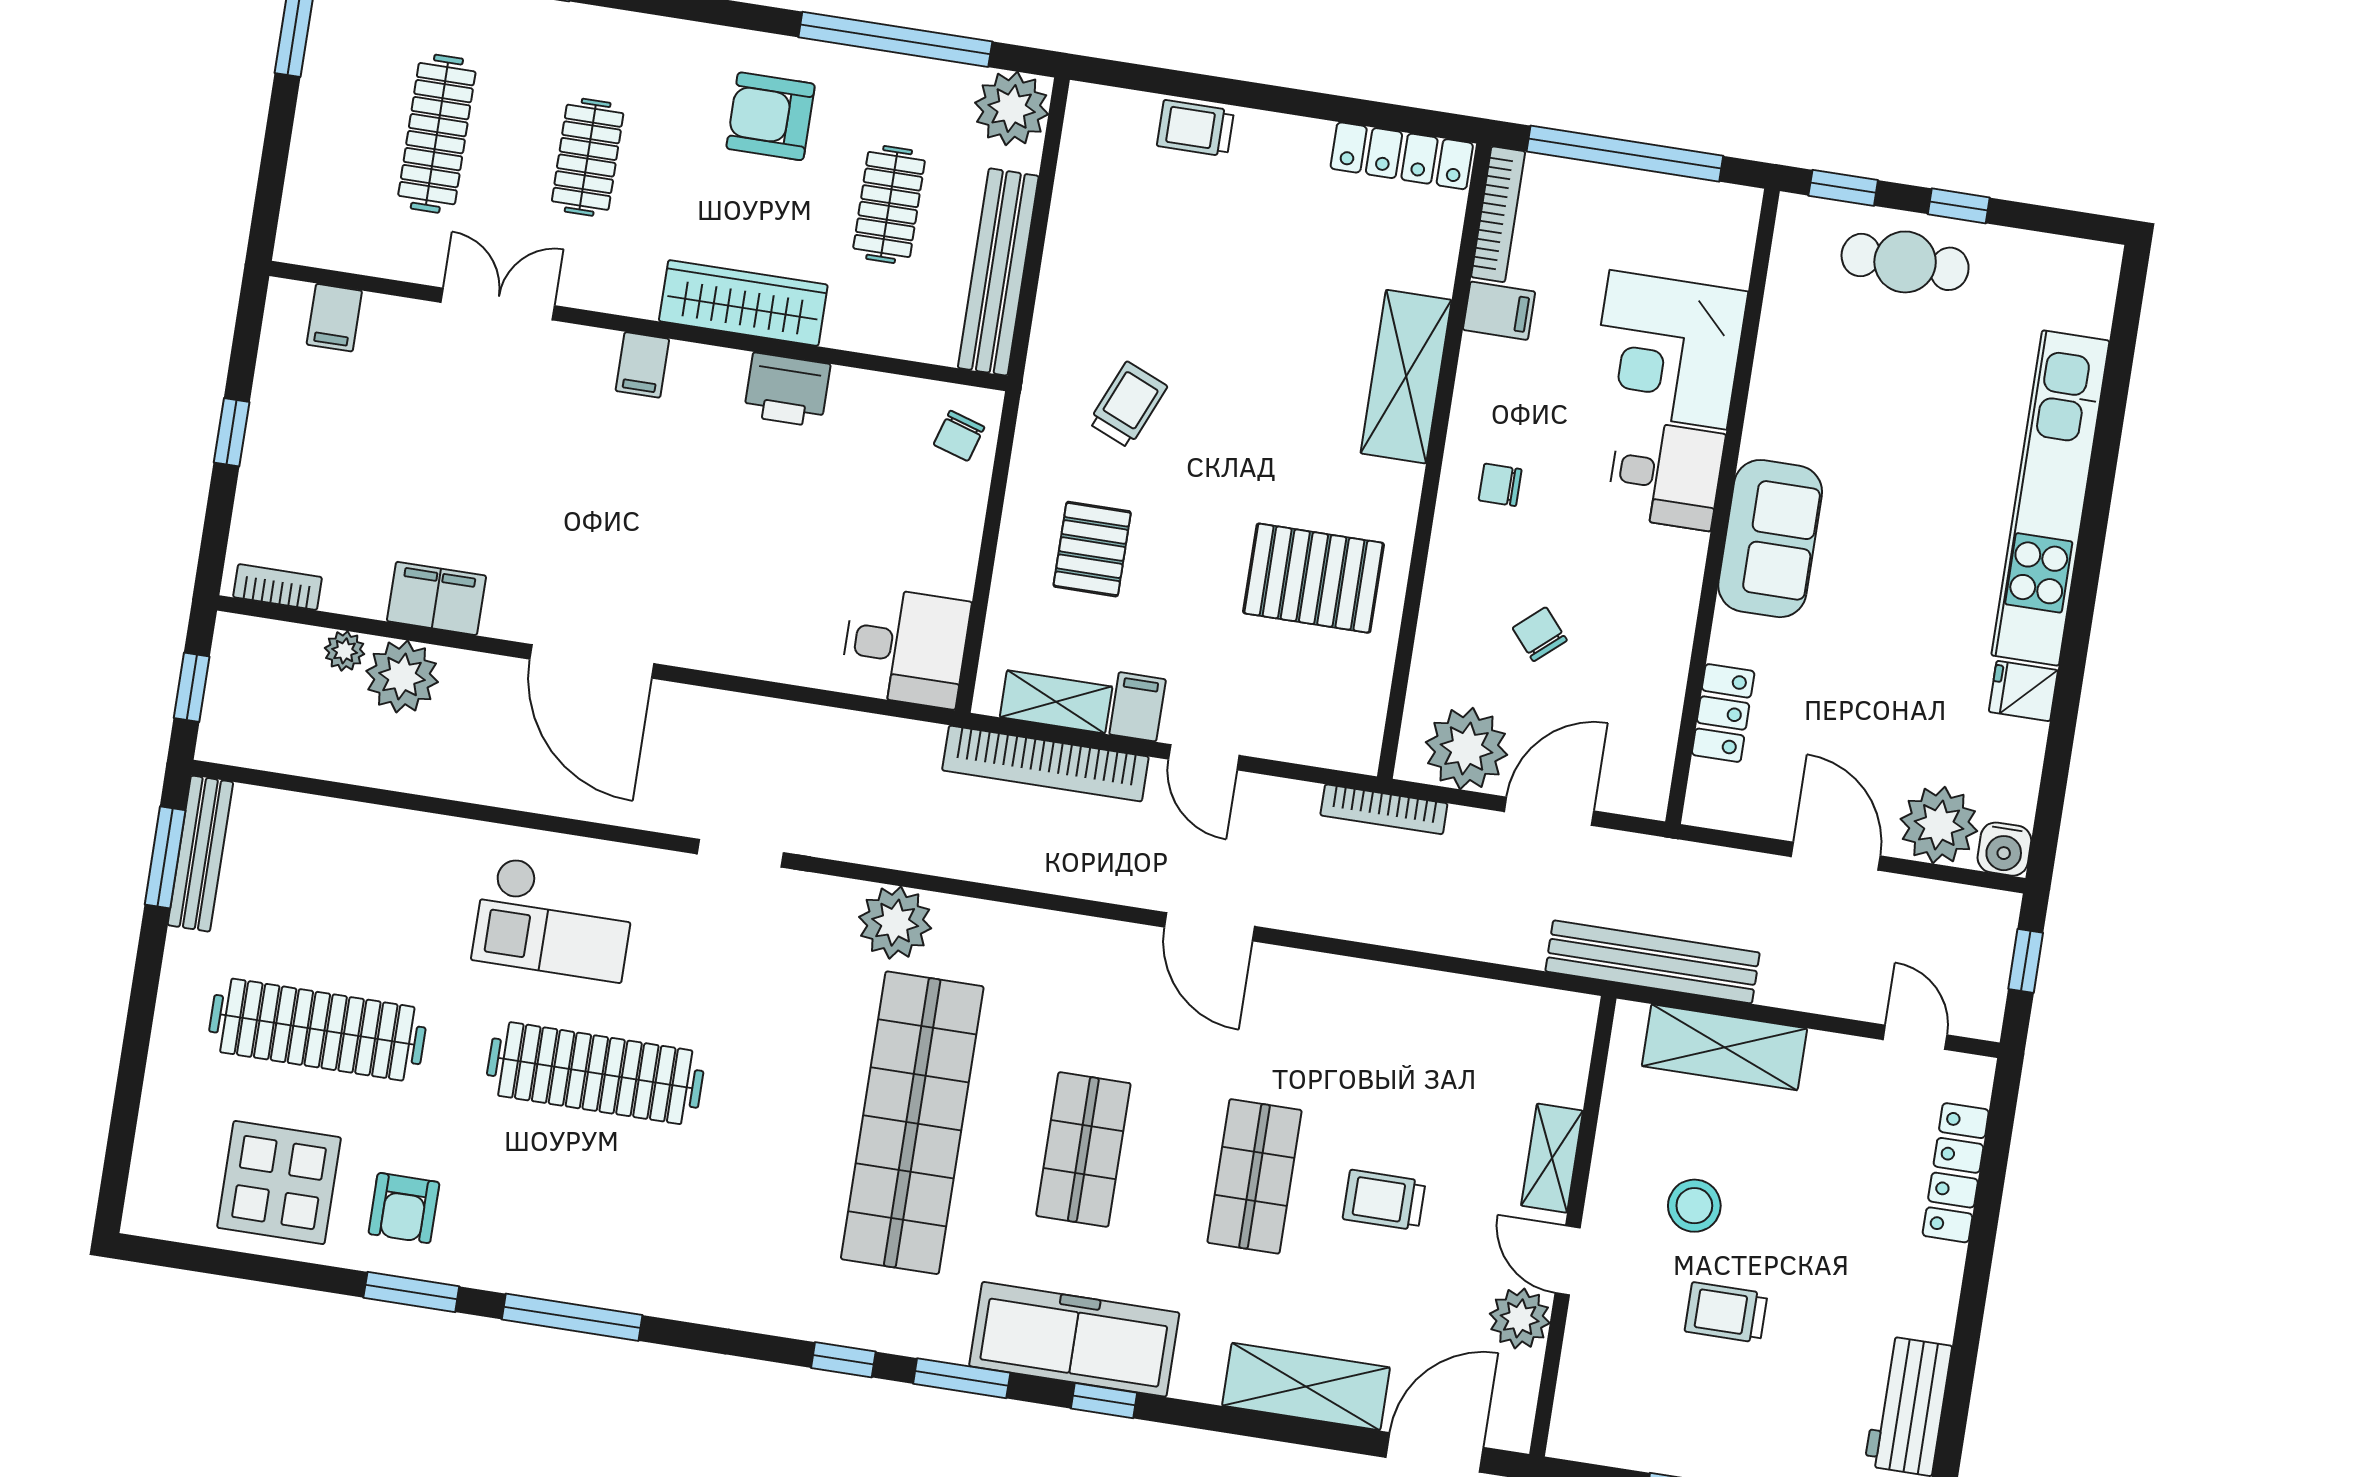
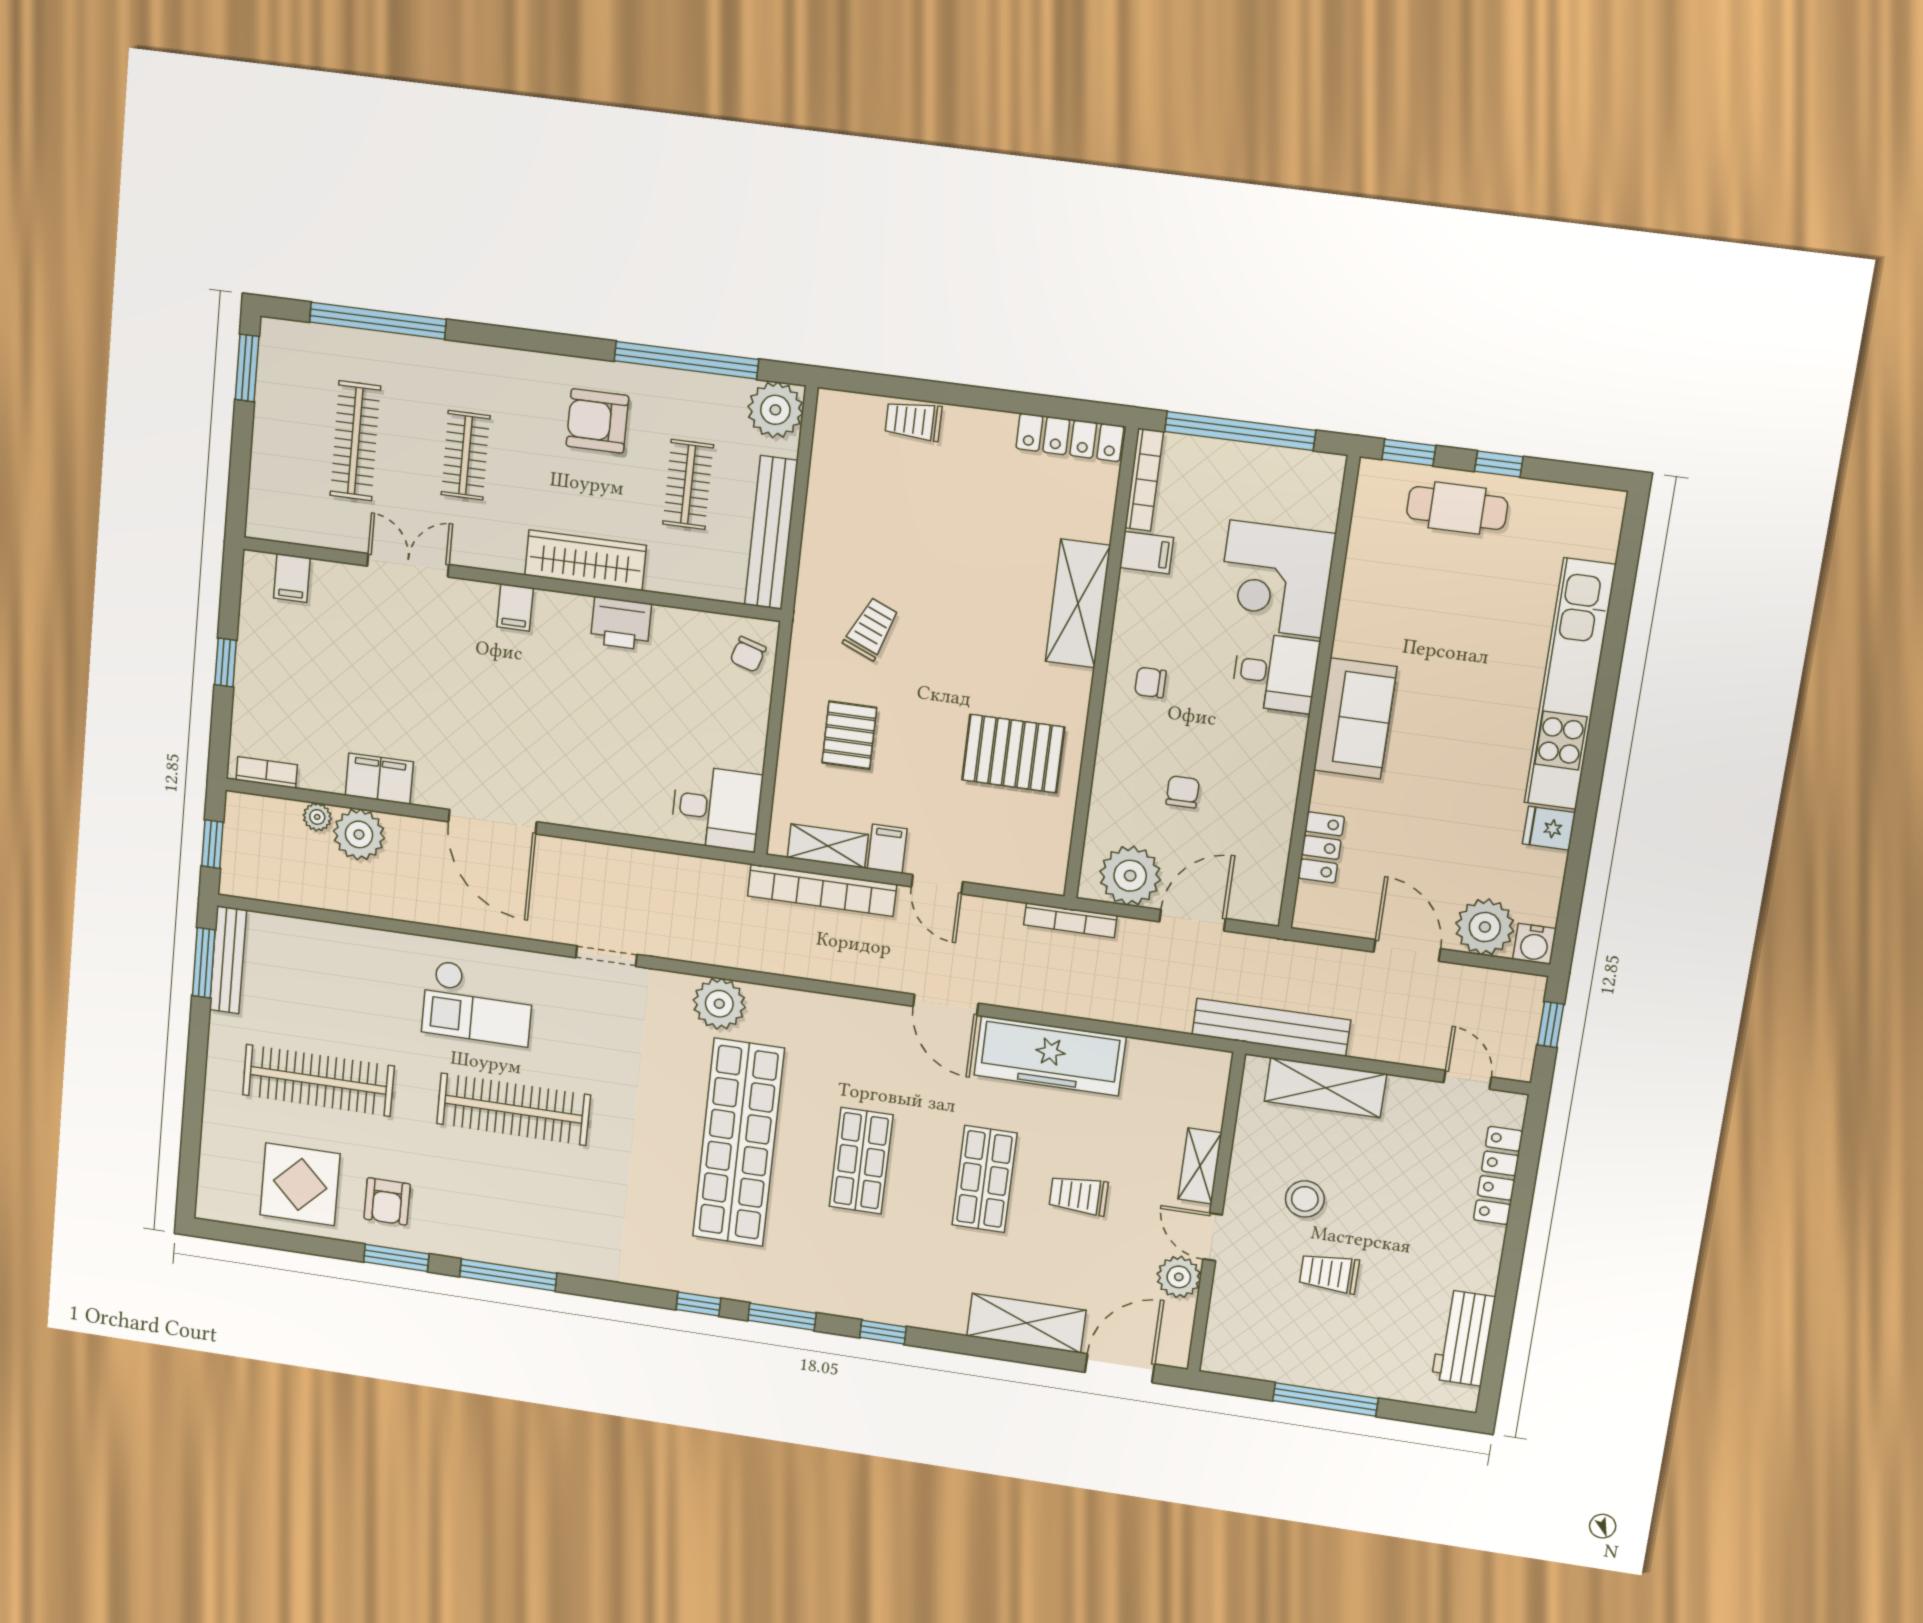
chair: (1540, 634) -> (1183, 792), turned 41
freezer: (1074, 1339) -> (1050, 1056), moved, turned 180

